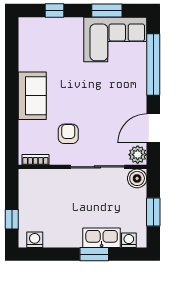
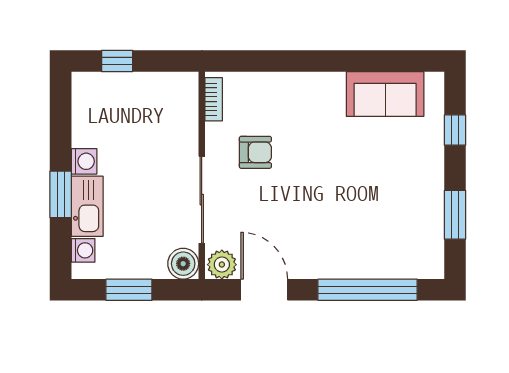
corner sofa: (115, 39) -> (408, 228), removed
sofa: (32, 96) -> (385, 94), moved
washing machine: (35, 240) -> (84, 161), moved

